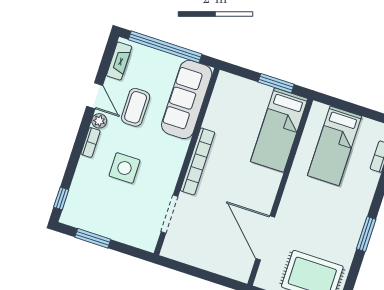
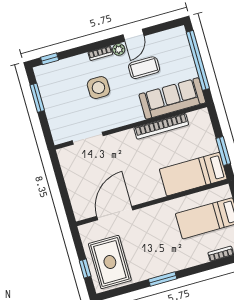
fireplace: (119, 61) -> (168, 36), removed
bookcase: (198, 161) -> (161, 126), moved

